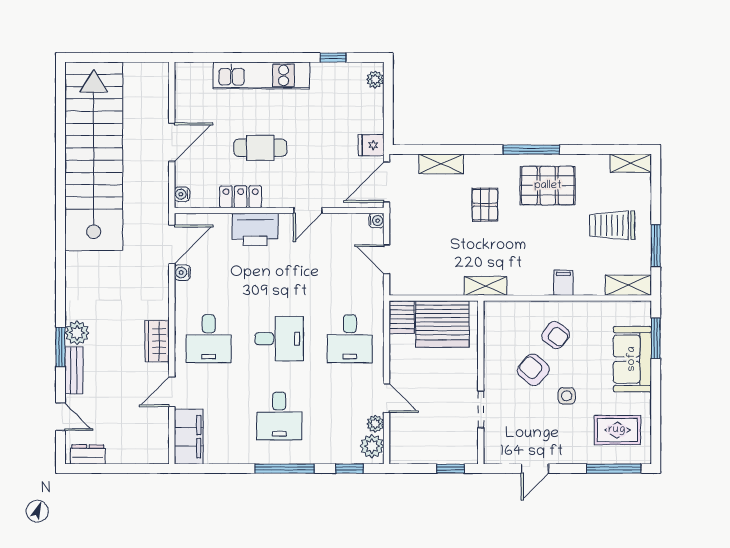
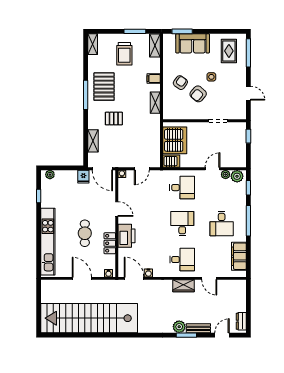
kitchen unit: (261, 75) -> (48, 242), width x1.36
shelving: (485, 286) -> (155, 103), moved
desk: (279, 416) -> (222, 224), turned 90
filing cabinet: (189, 437) -> (239, 256), moved, turned -90

